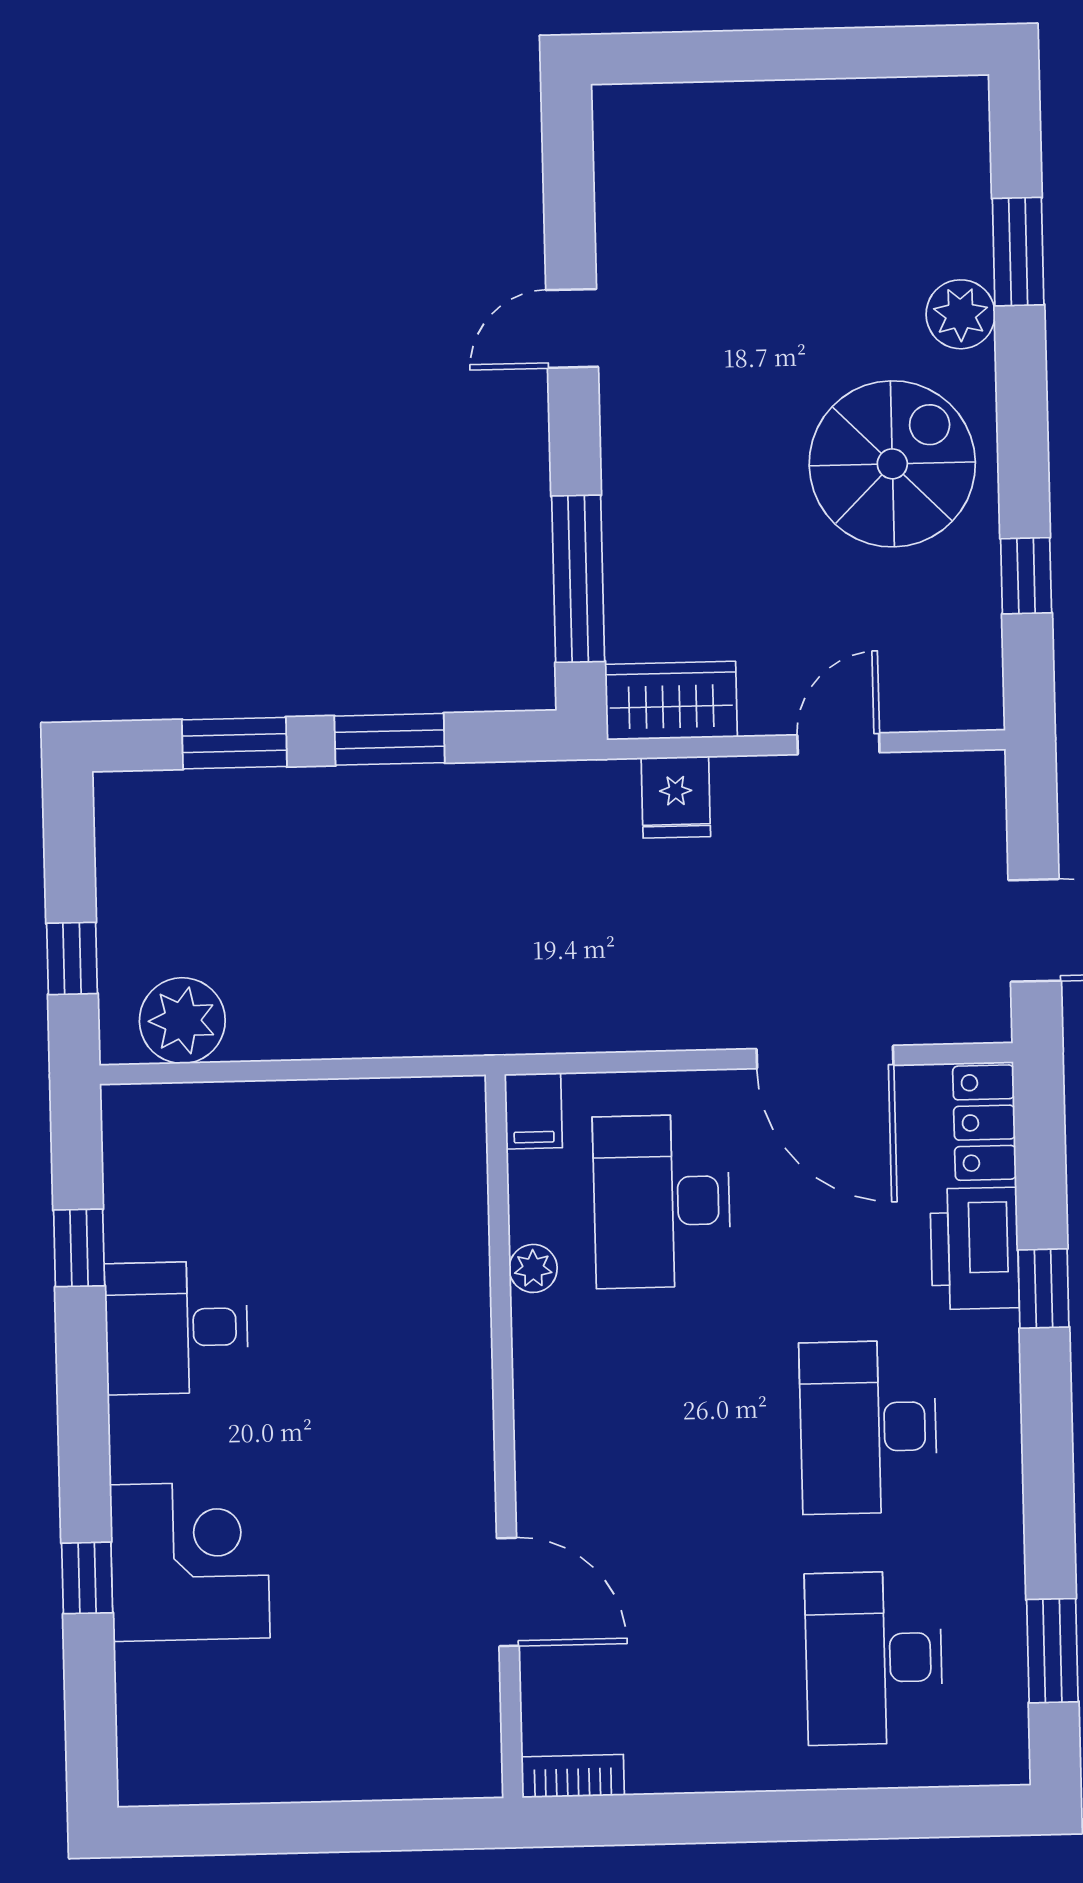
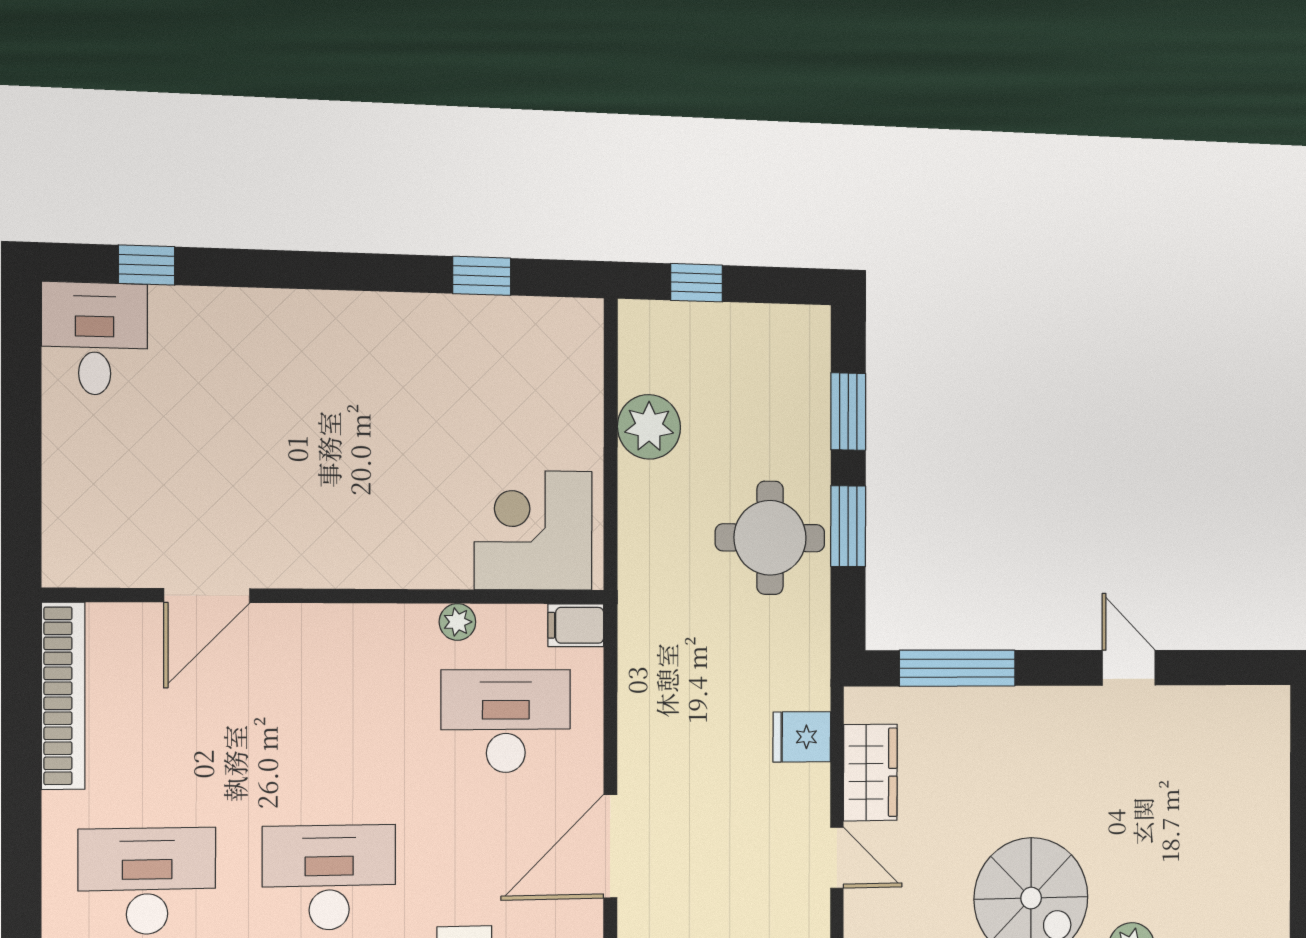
wardrobe: (671, 701) -> (870, 772), moved
round table: (409, 848) -> (770, 538), added
plant: (182, 1021) -> (649, 427), moved
desk: (176, 1328) -> (95, 339), moved
corner desk: (190, 1561) -> (533, 530), moved, turned 180
window: (87, 1578) -> (147, 265), moved
bookcase: (573, 1776) -> (63, 696), width x2.31, depth x1.31

